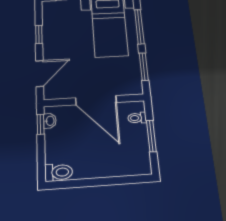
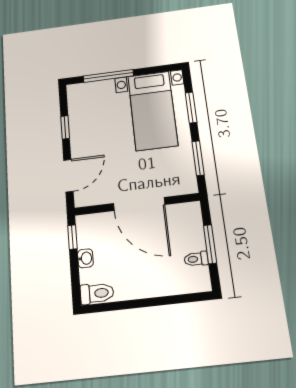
window: (139, 27) -> (191, 107), width x0.69
toilet: (137, 118) -> (196, 259), moved
washbasin: (50, 121) -> (85, 258), moved

